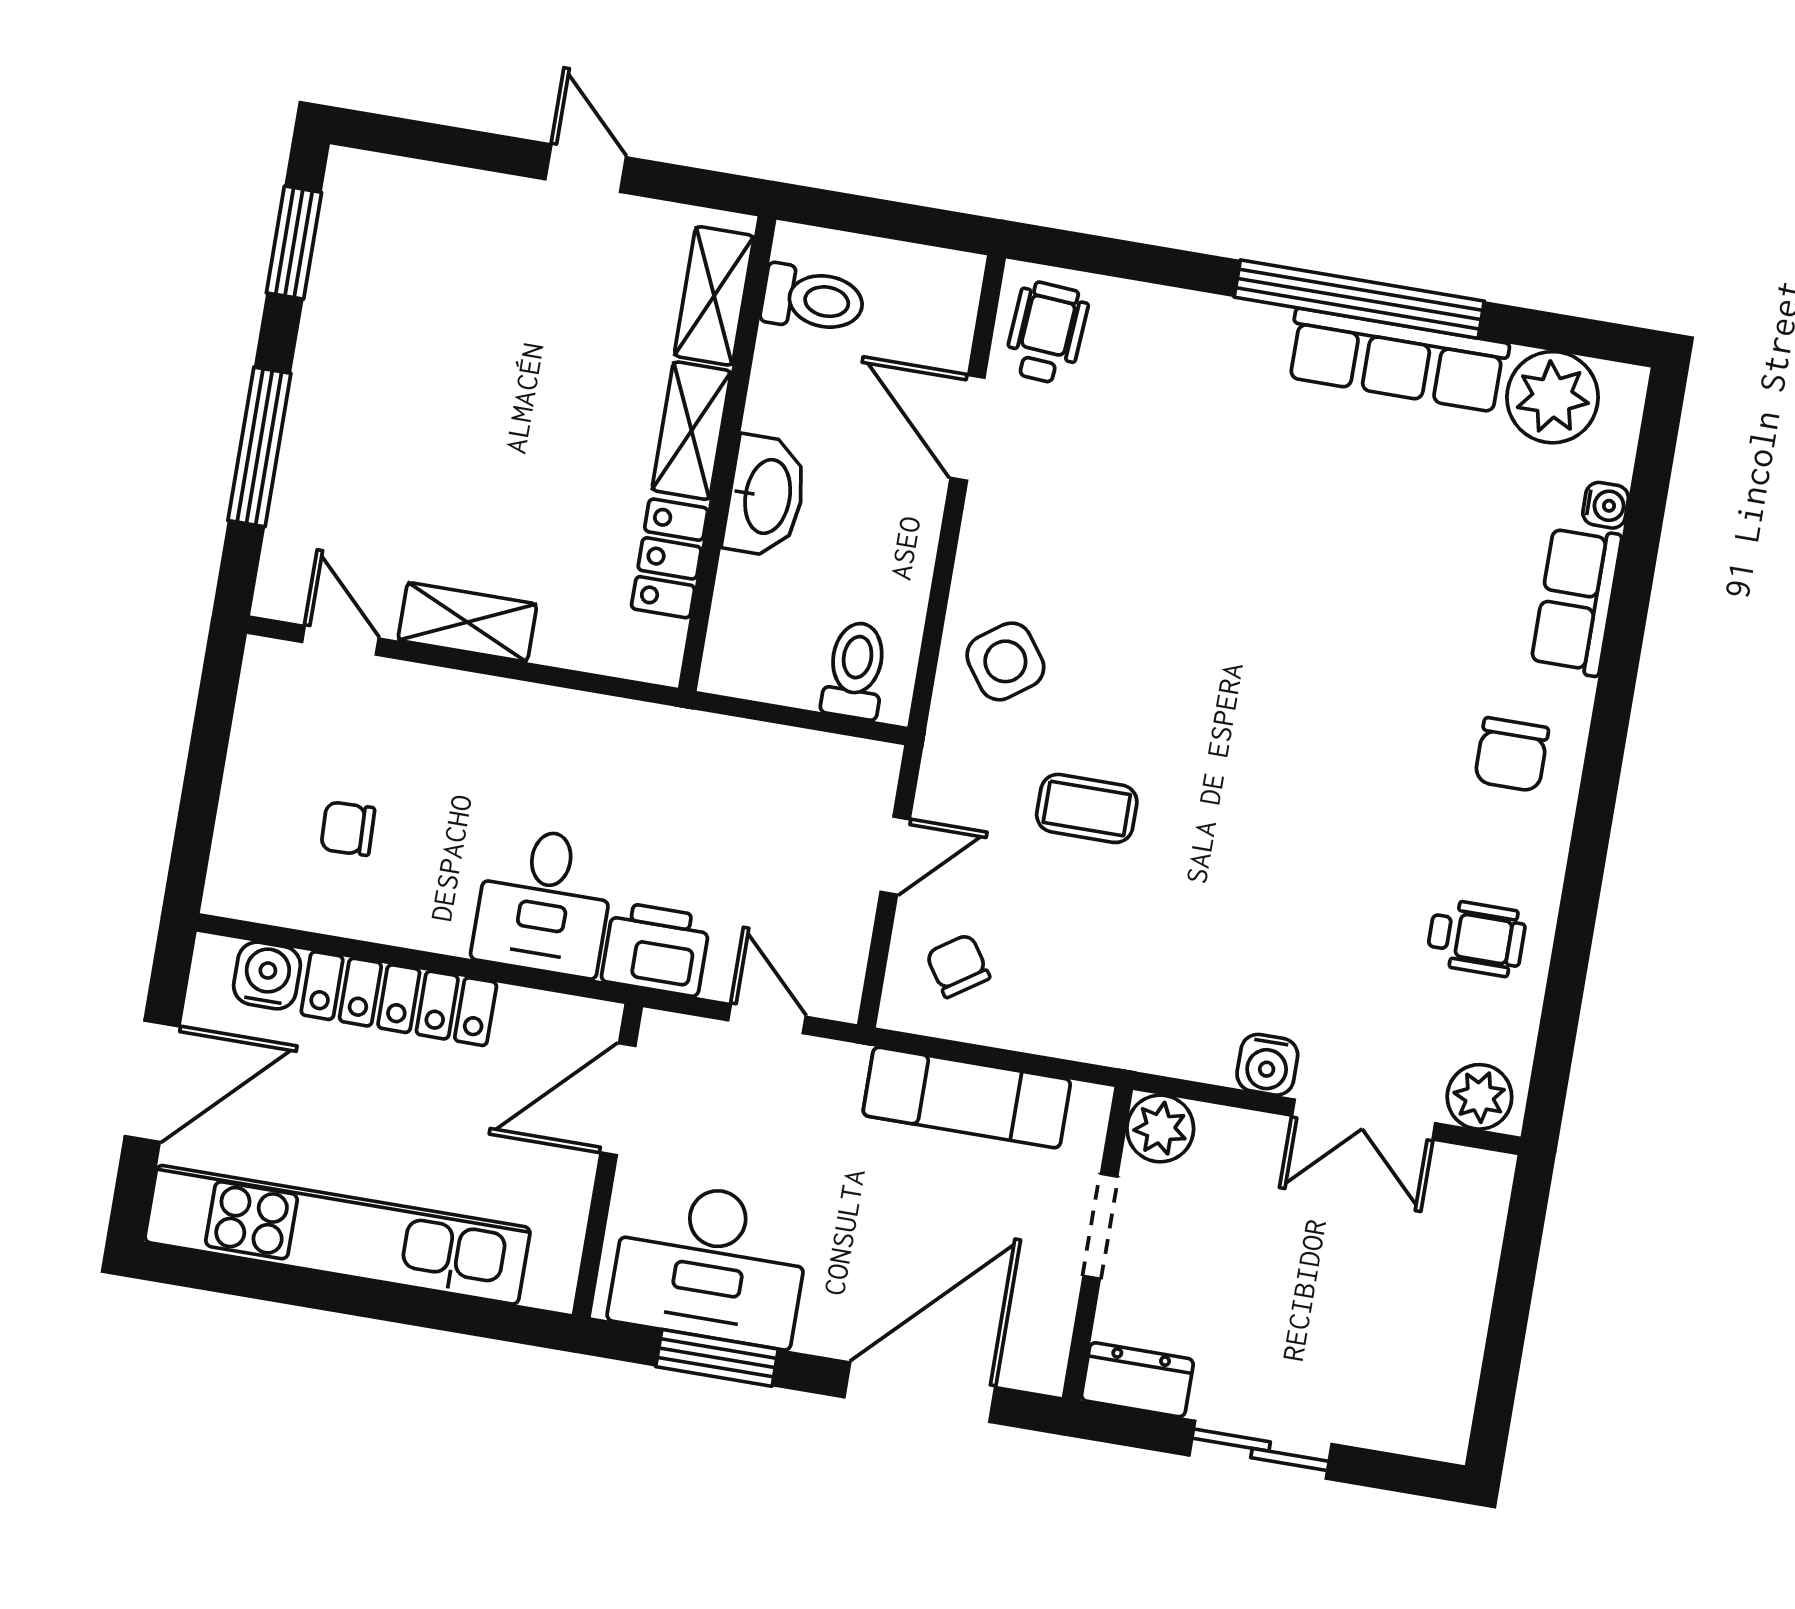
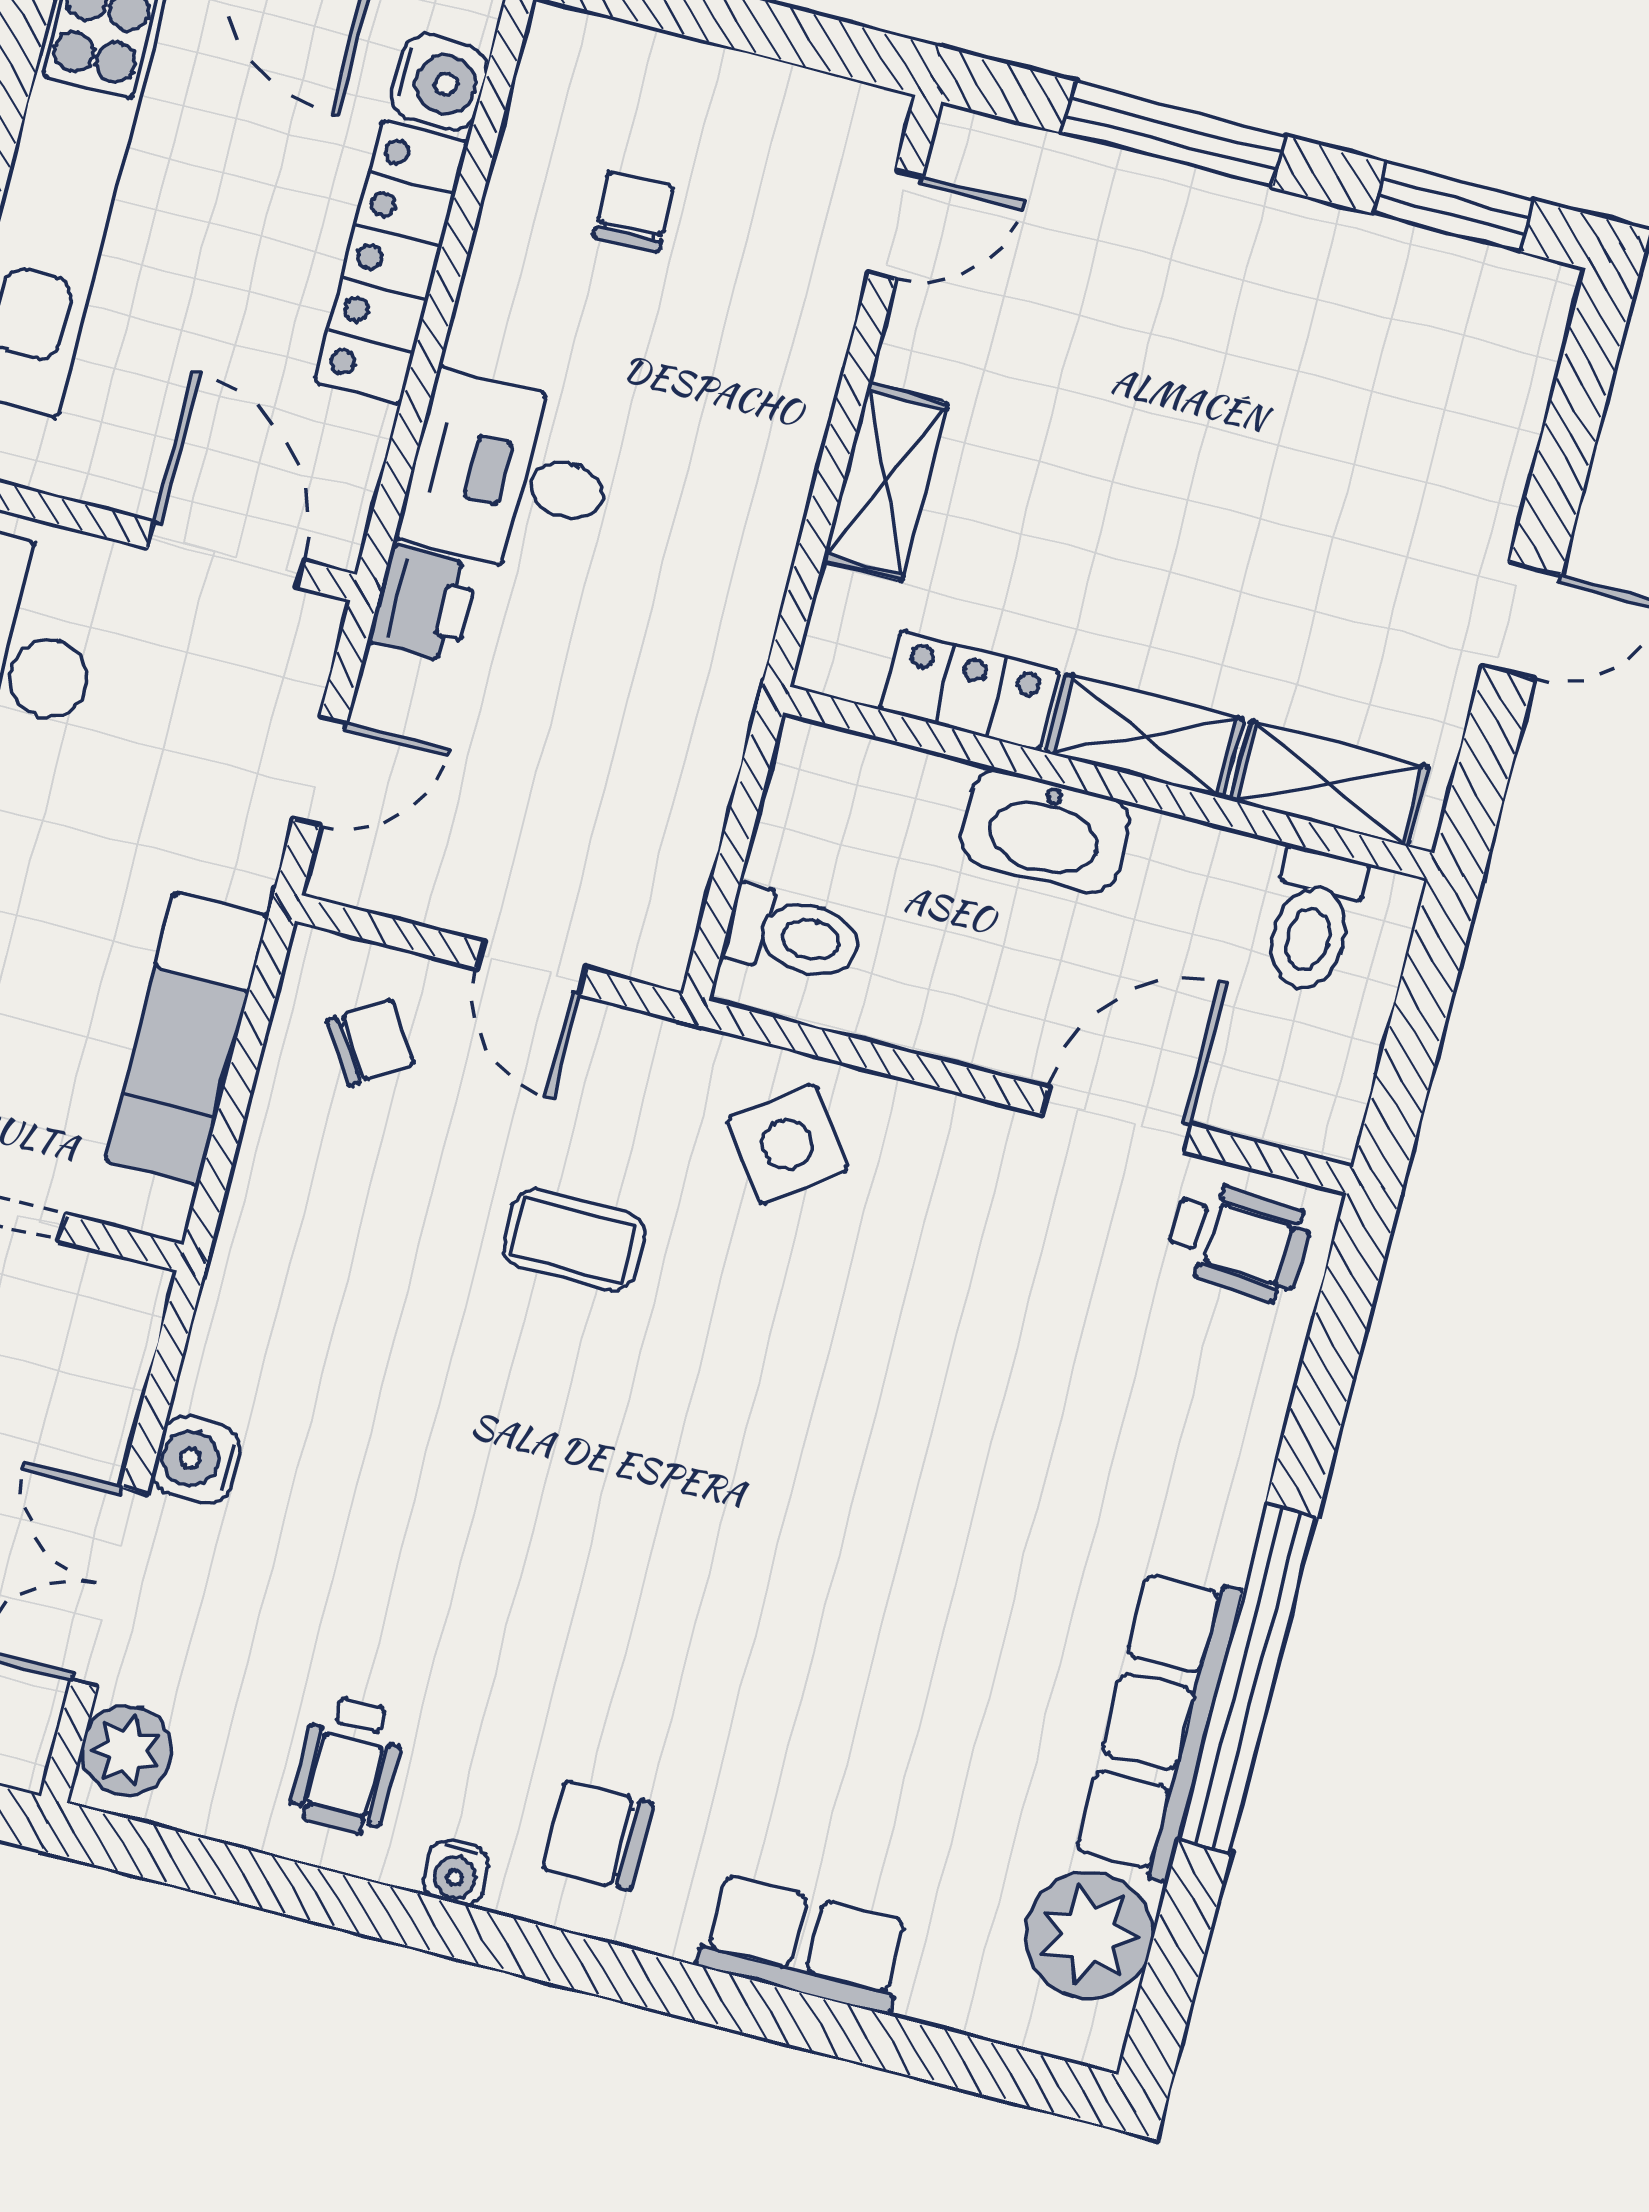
water cooler: (1606, 505) -> (456, 1873), moved
shelving: (467, 622) -> (885, 482), moved
coffee table: (1087, 808) -> (574, 1240), turned 90
printer: (656, 949) -> (424, 604), width x0.73, depth x0.81
plant: (1160, 1129) -> (121, 1304), removed

